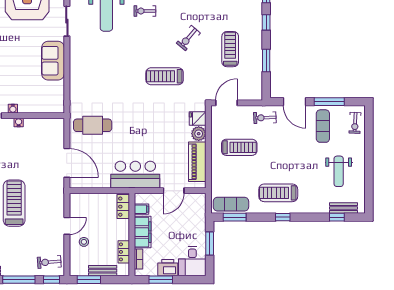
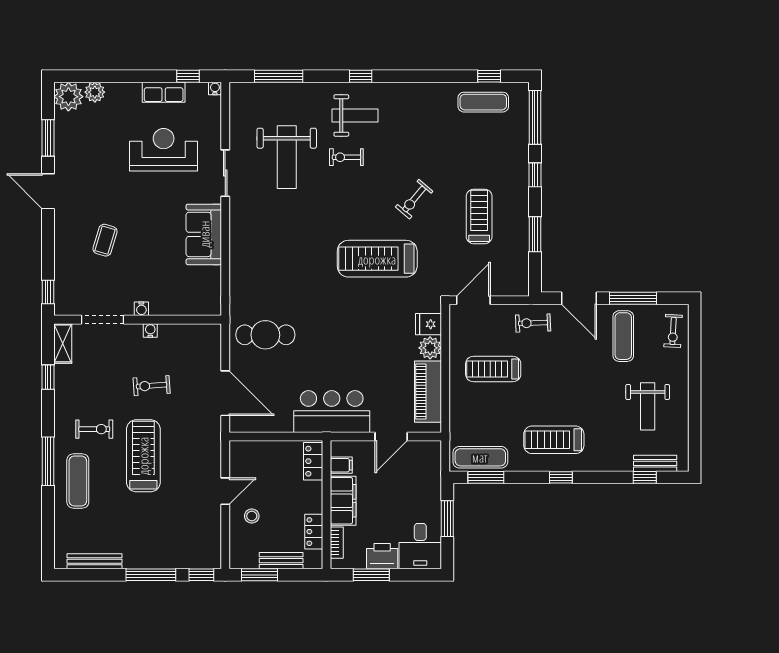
treadmill: (165, 76) -> (377, 259), width x1.37, depth x1.38
treadmill: (239, 147) -> (493, 369), turned 180
exercise bike: (49, 262) -> (152, 386), moved

